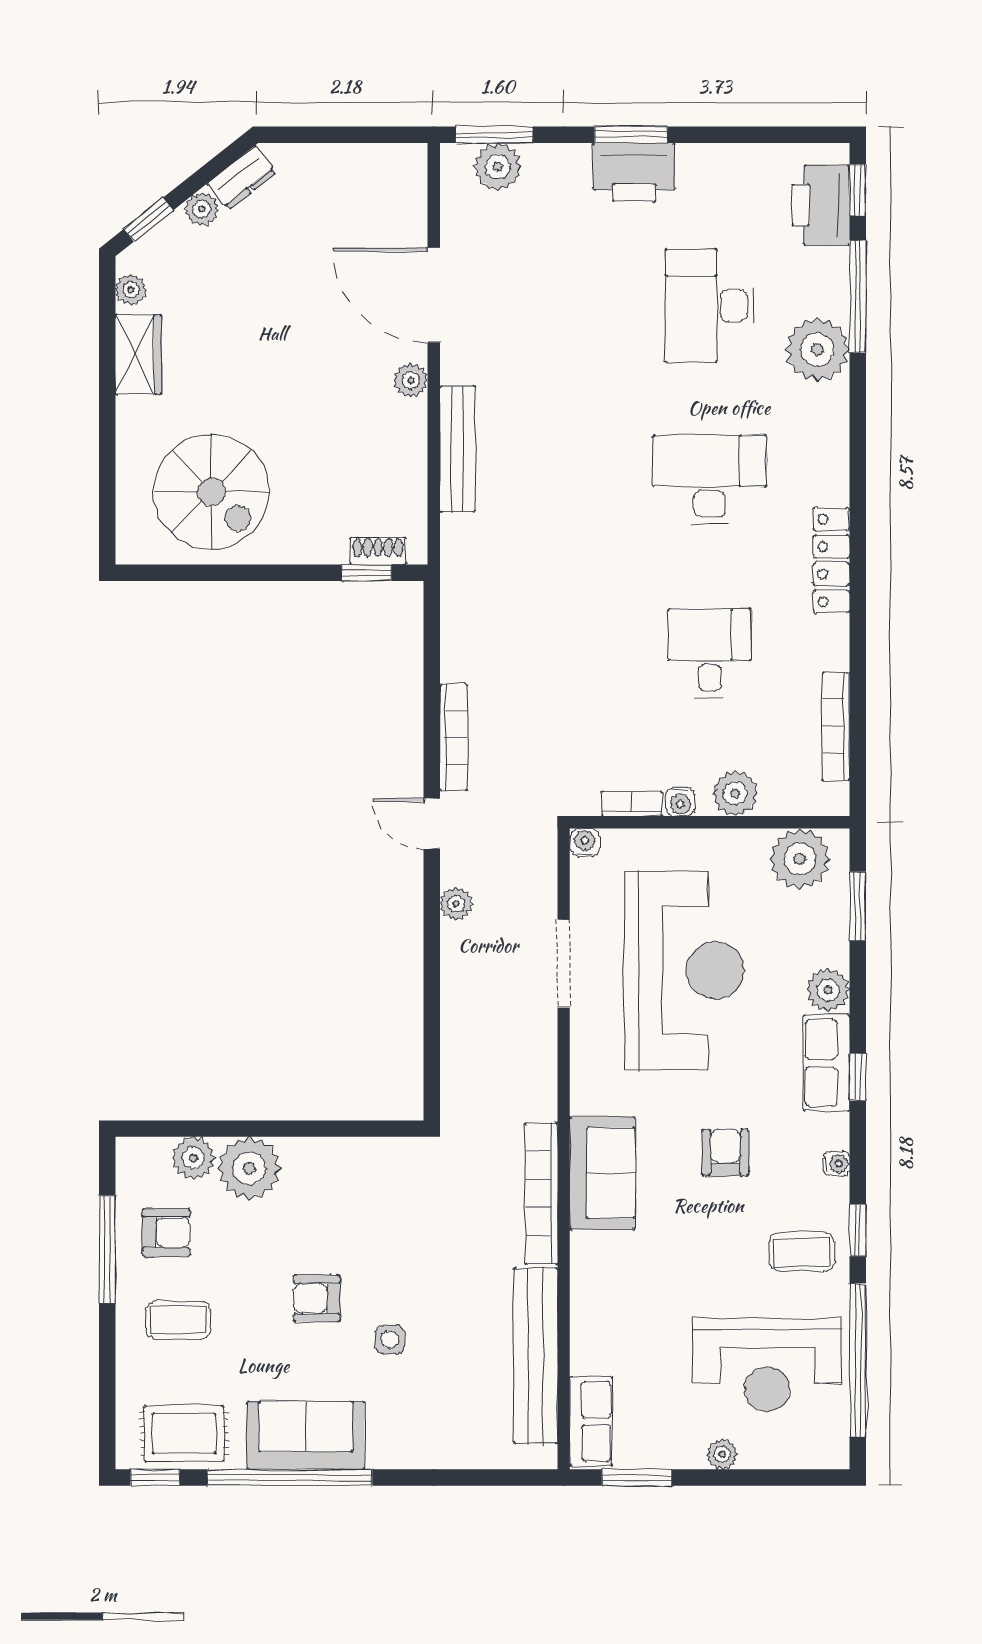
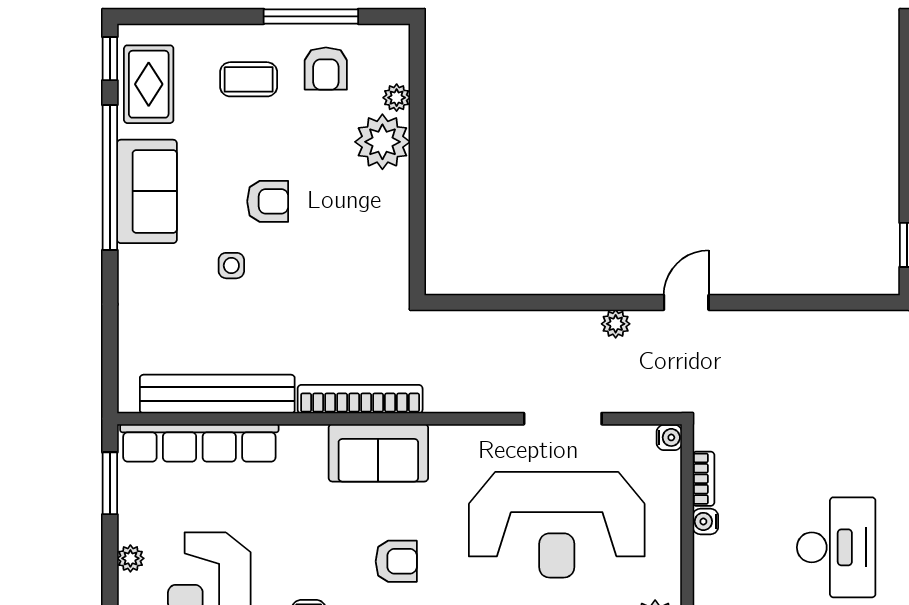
desk: (710, 653) -> (836, 547), width x1.37
bookcase: (453, 737) -> (762, 322), removed
plant: (735, 793) -> (713, 570), removed
plant: (193, 1158) -> (397, 98), width x0.73, depth x0.73
armchair: (317, 1298) -> (268, 201), turned 90
coffee table: (179, 1320) -> (249, 79), turned 90
row of seats: (591, 1421) -> (199, 443), width x2.02

